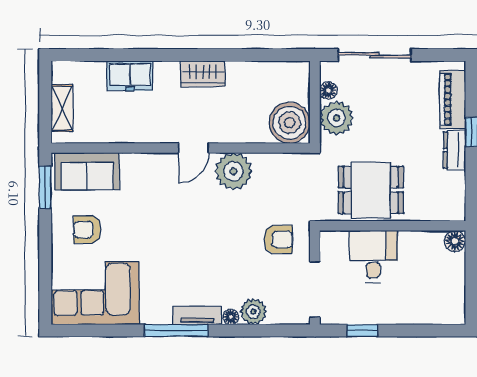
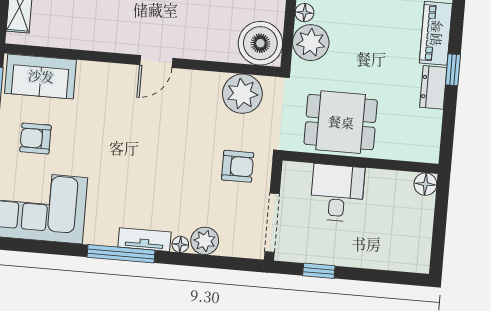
plant: (233, 171) -> (242, 94), moved

